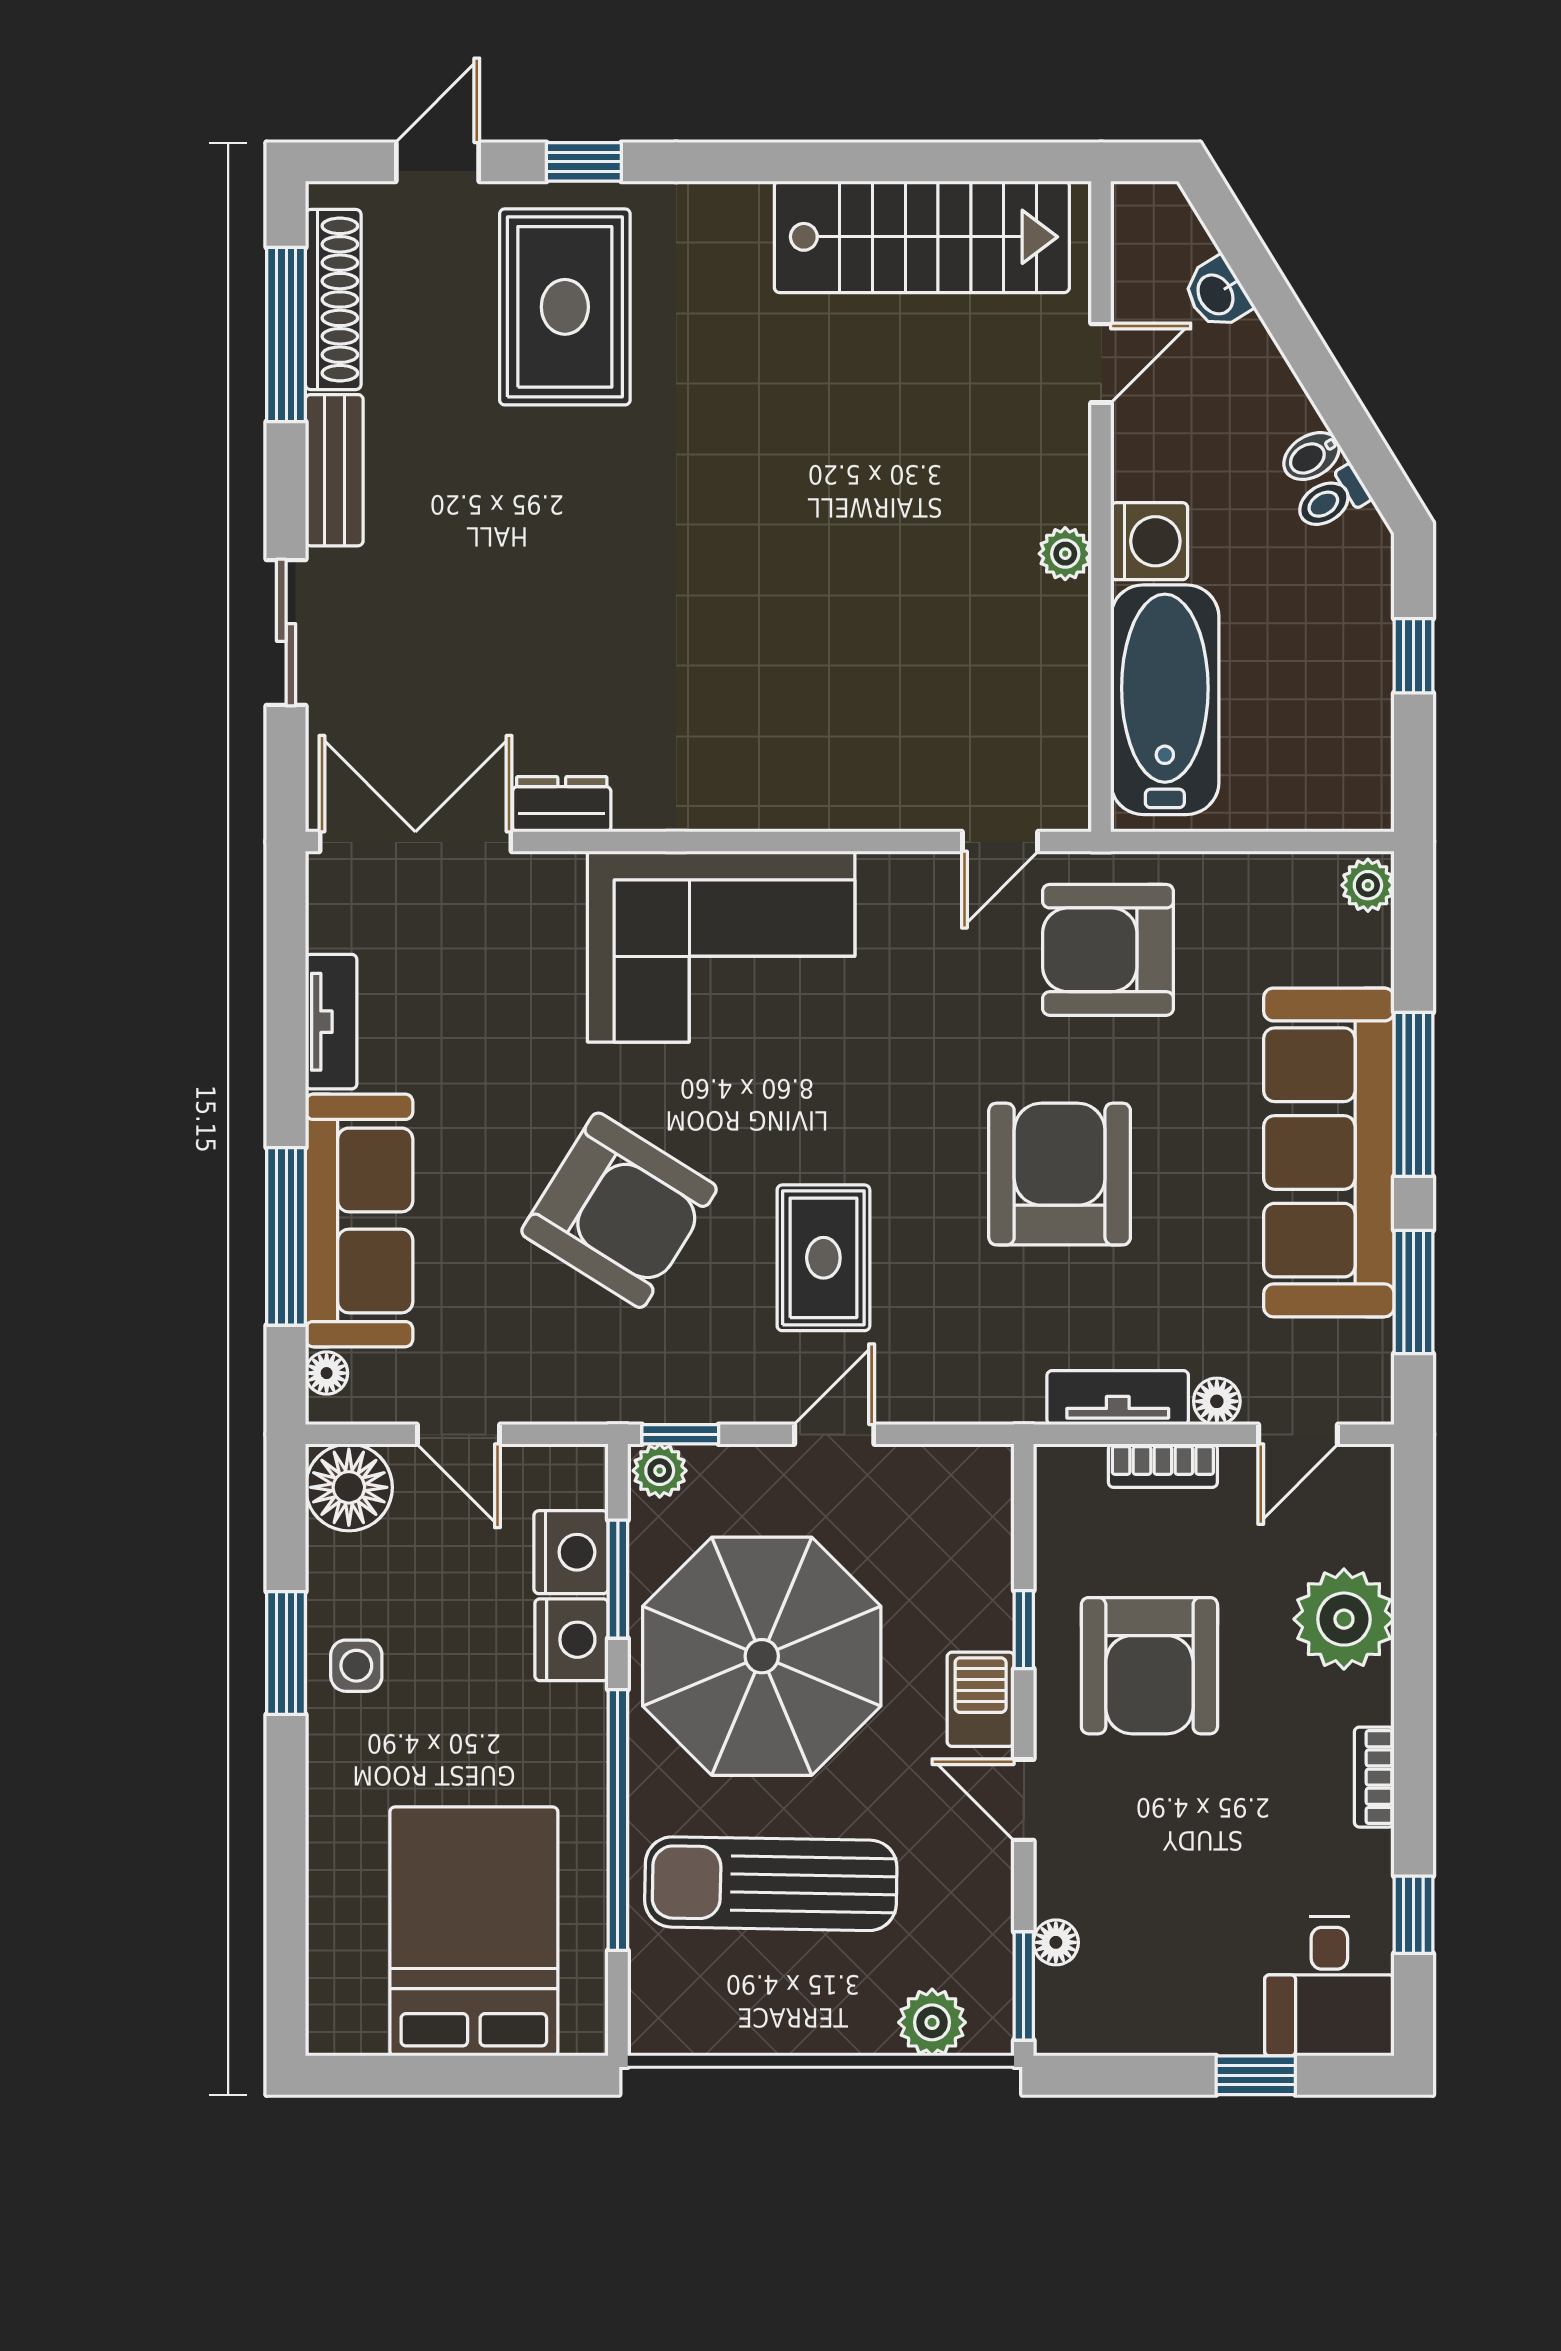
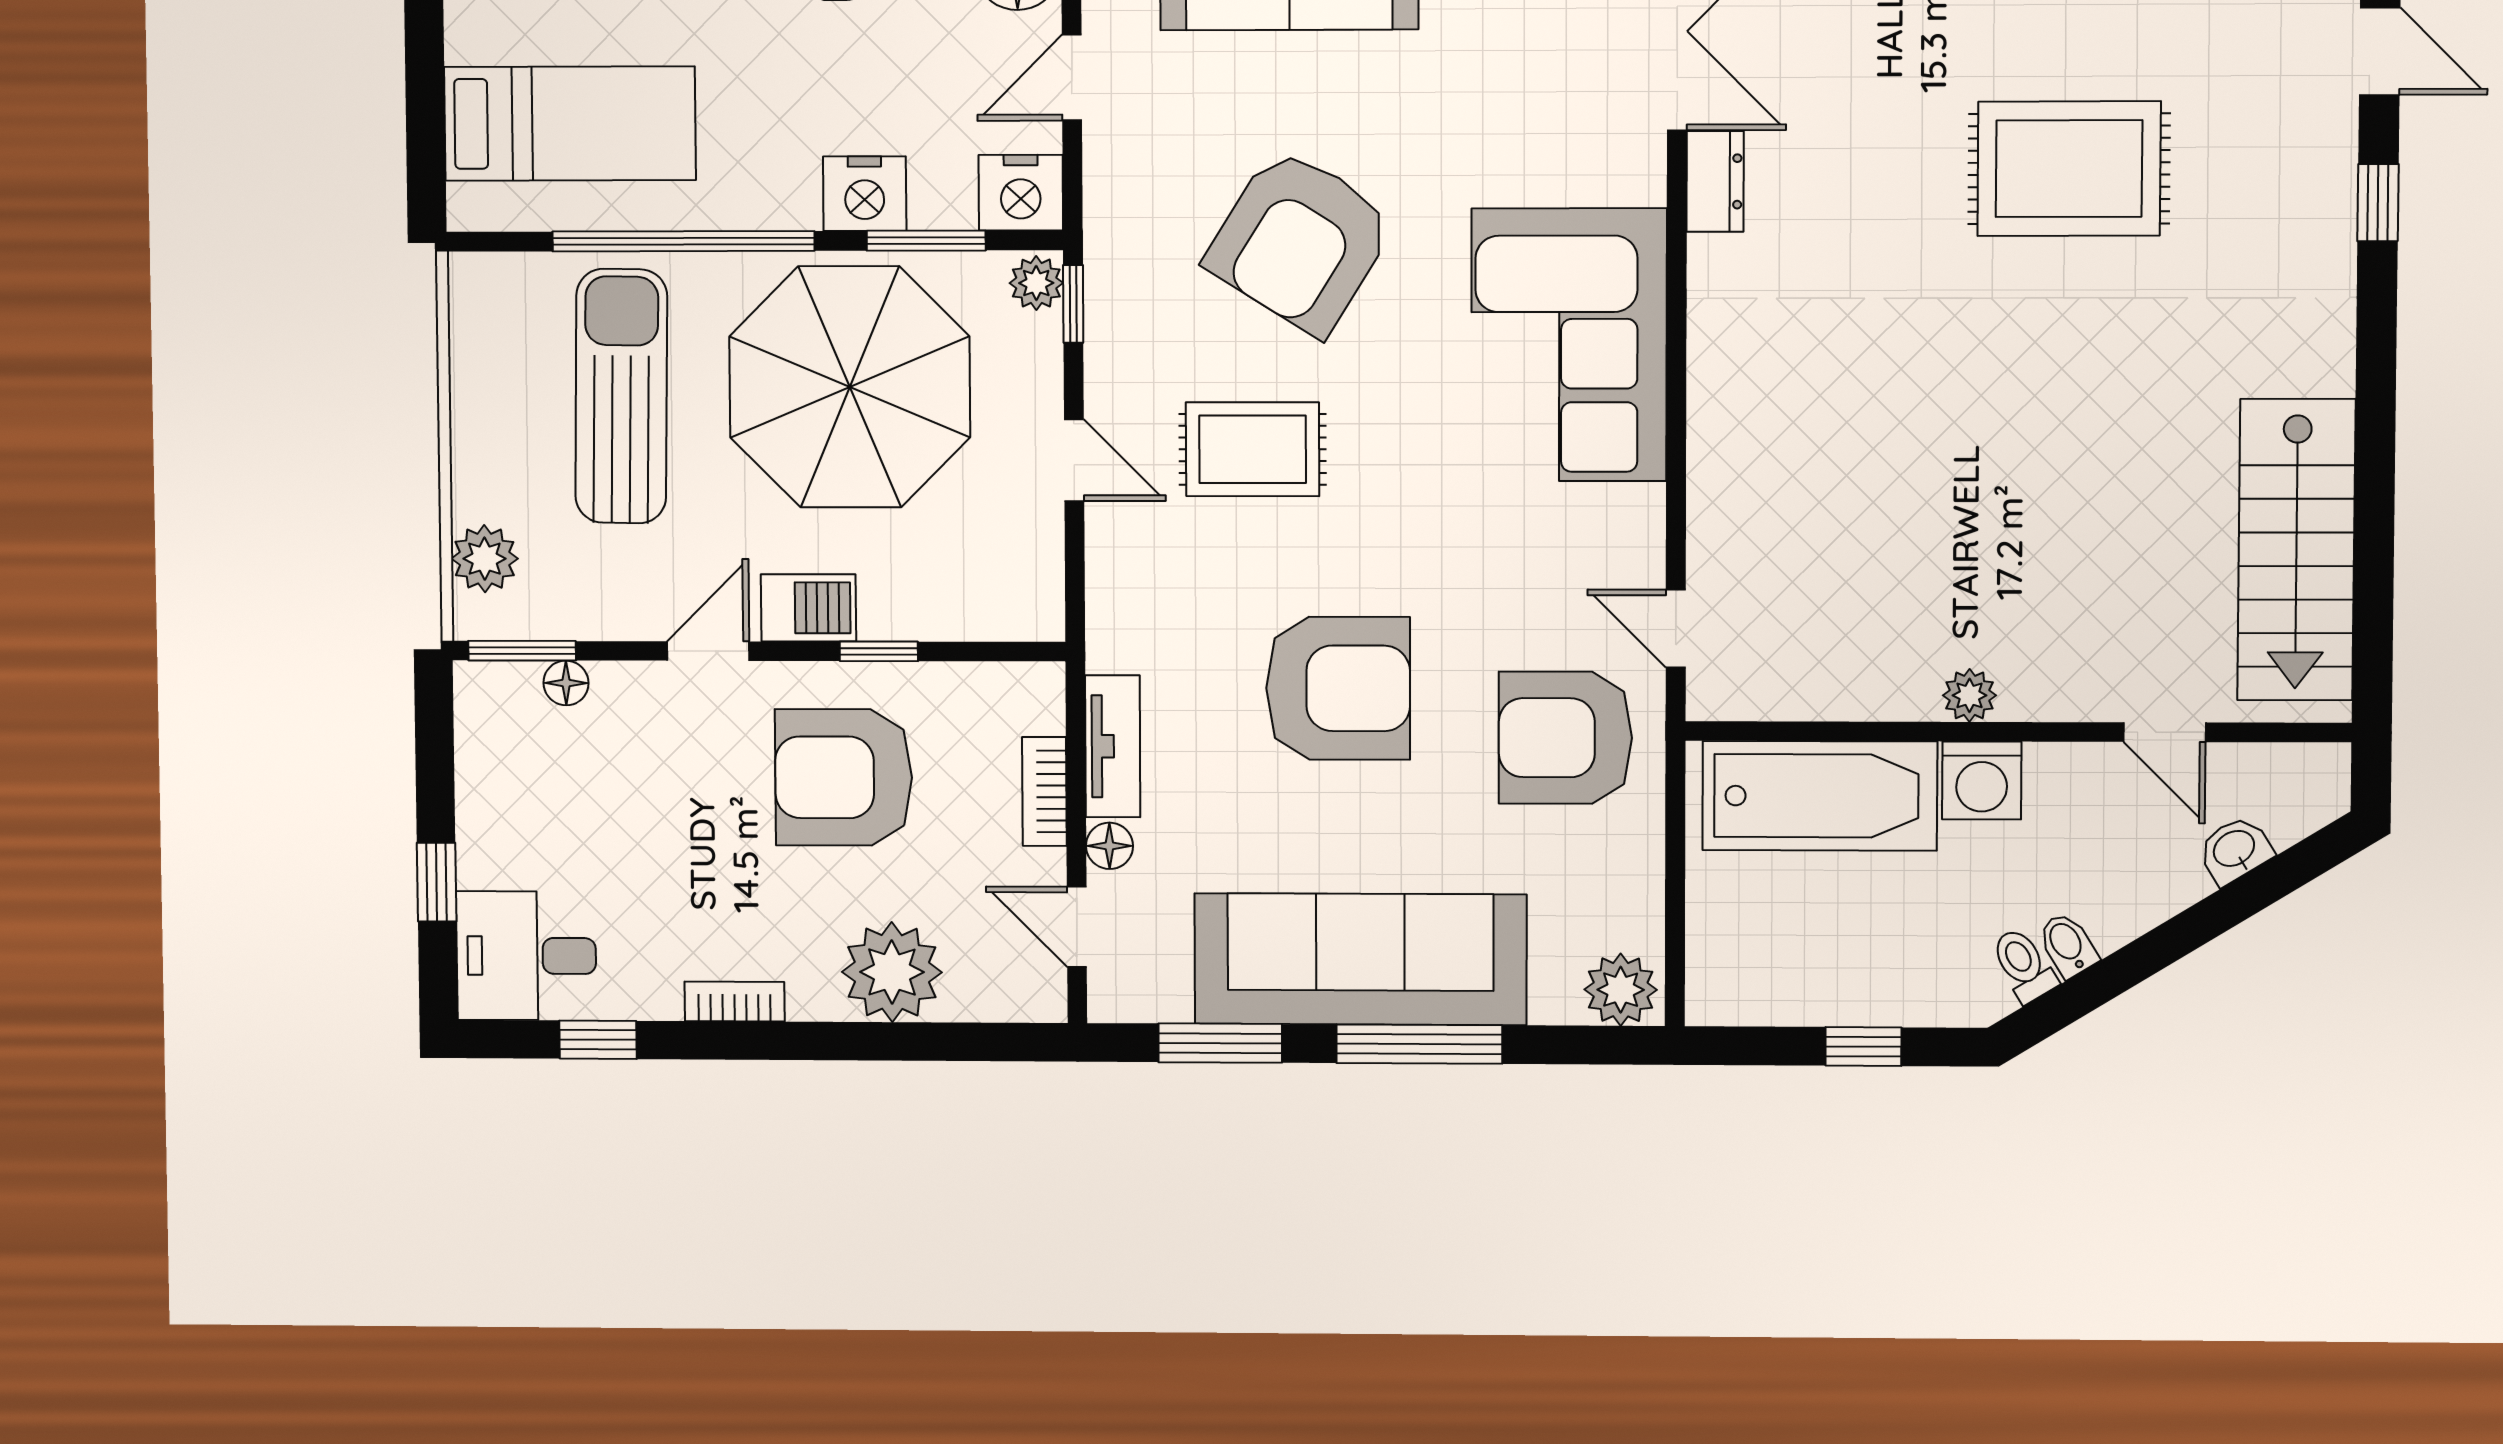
rug: (565, 307) -> (2069, 169), moved
plant: (1368, 885) -> (1621, 990), width x1.38, depth x1.38
armchair: (1108, 950) -> (1565, 738), turned -90
nightstand: (571, 1552) -> (1021, 193), moved
bed: (474, 1931) -> (570, 124), width x0.67

